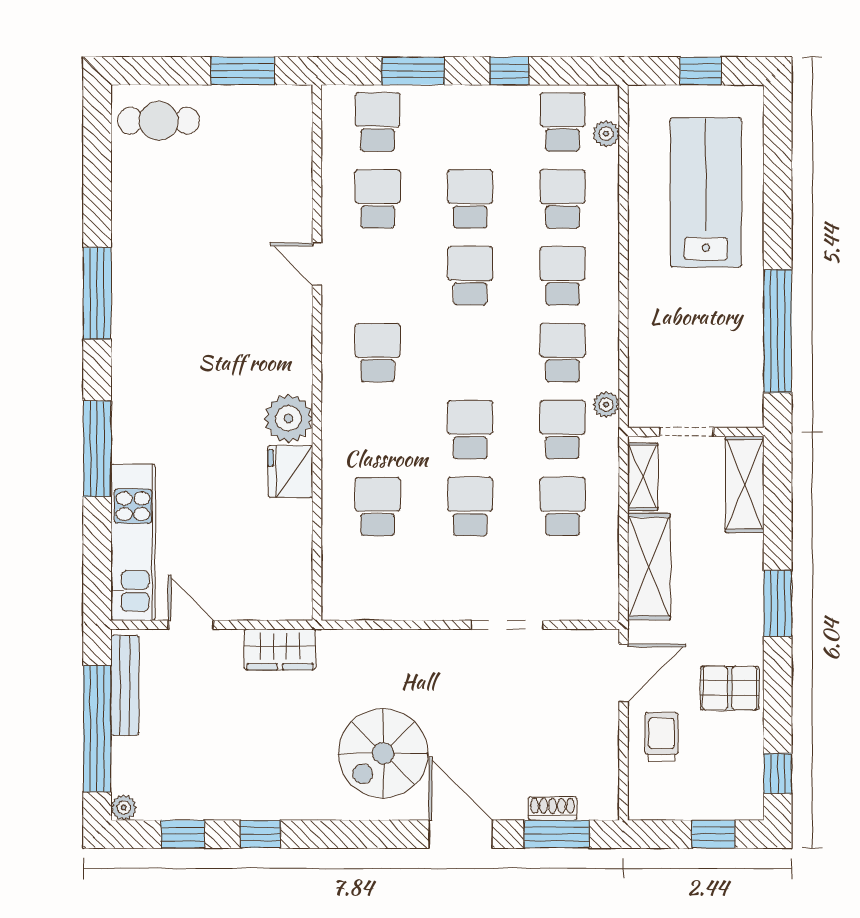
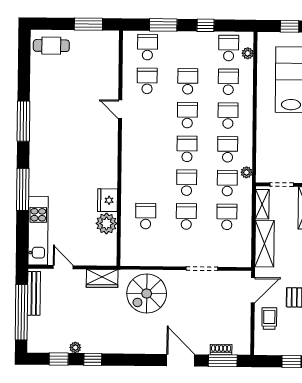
school desk: (378, 353) -> (187, 149), moved
plant: (288, 418) -> (106, 223), moved
spiral stairs: (383, 753) -> (147, 293), moved
plant: (124, 808) -> (75, 348), moved

